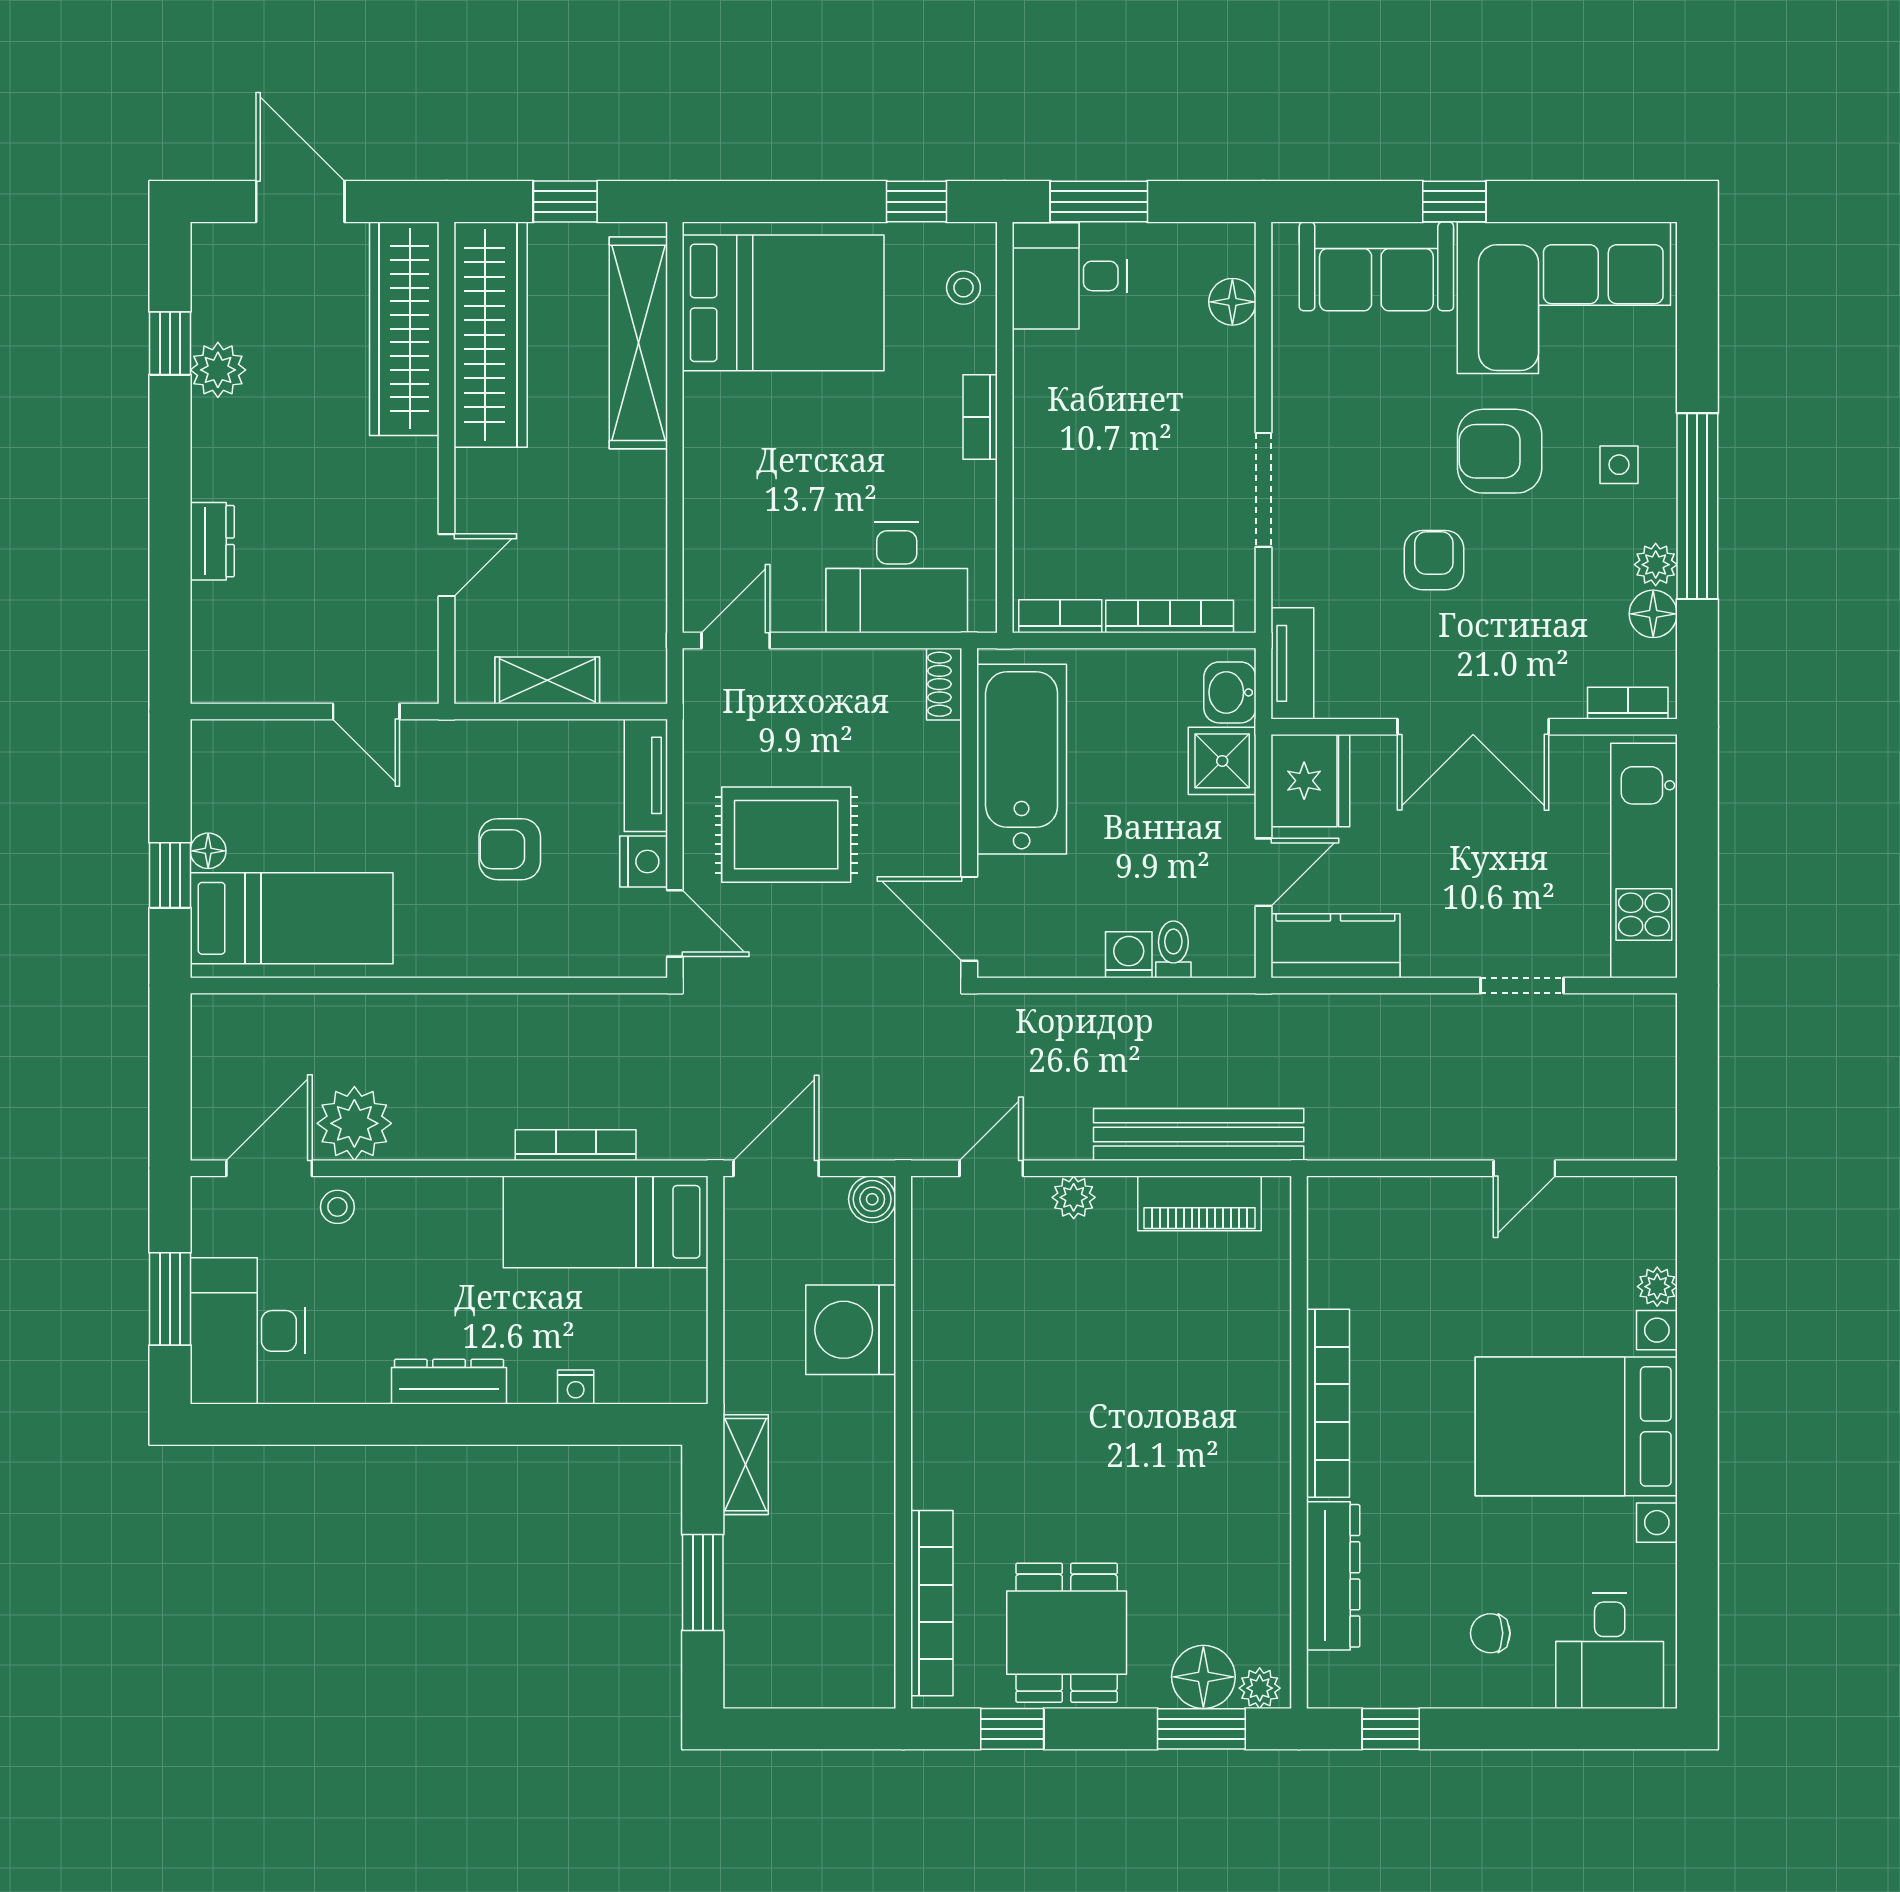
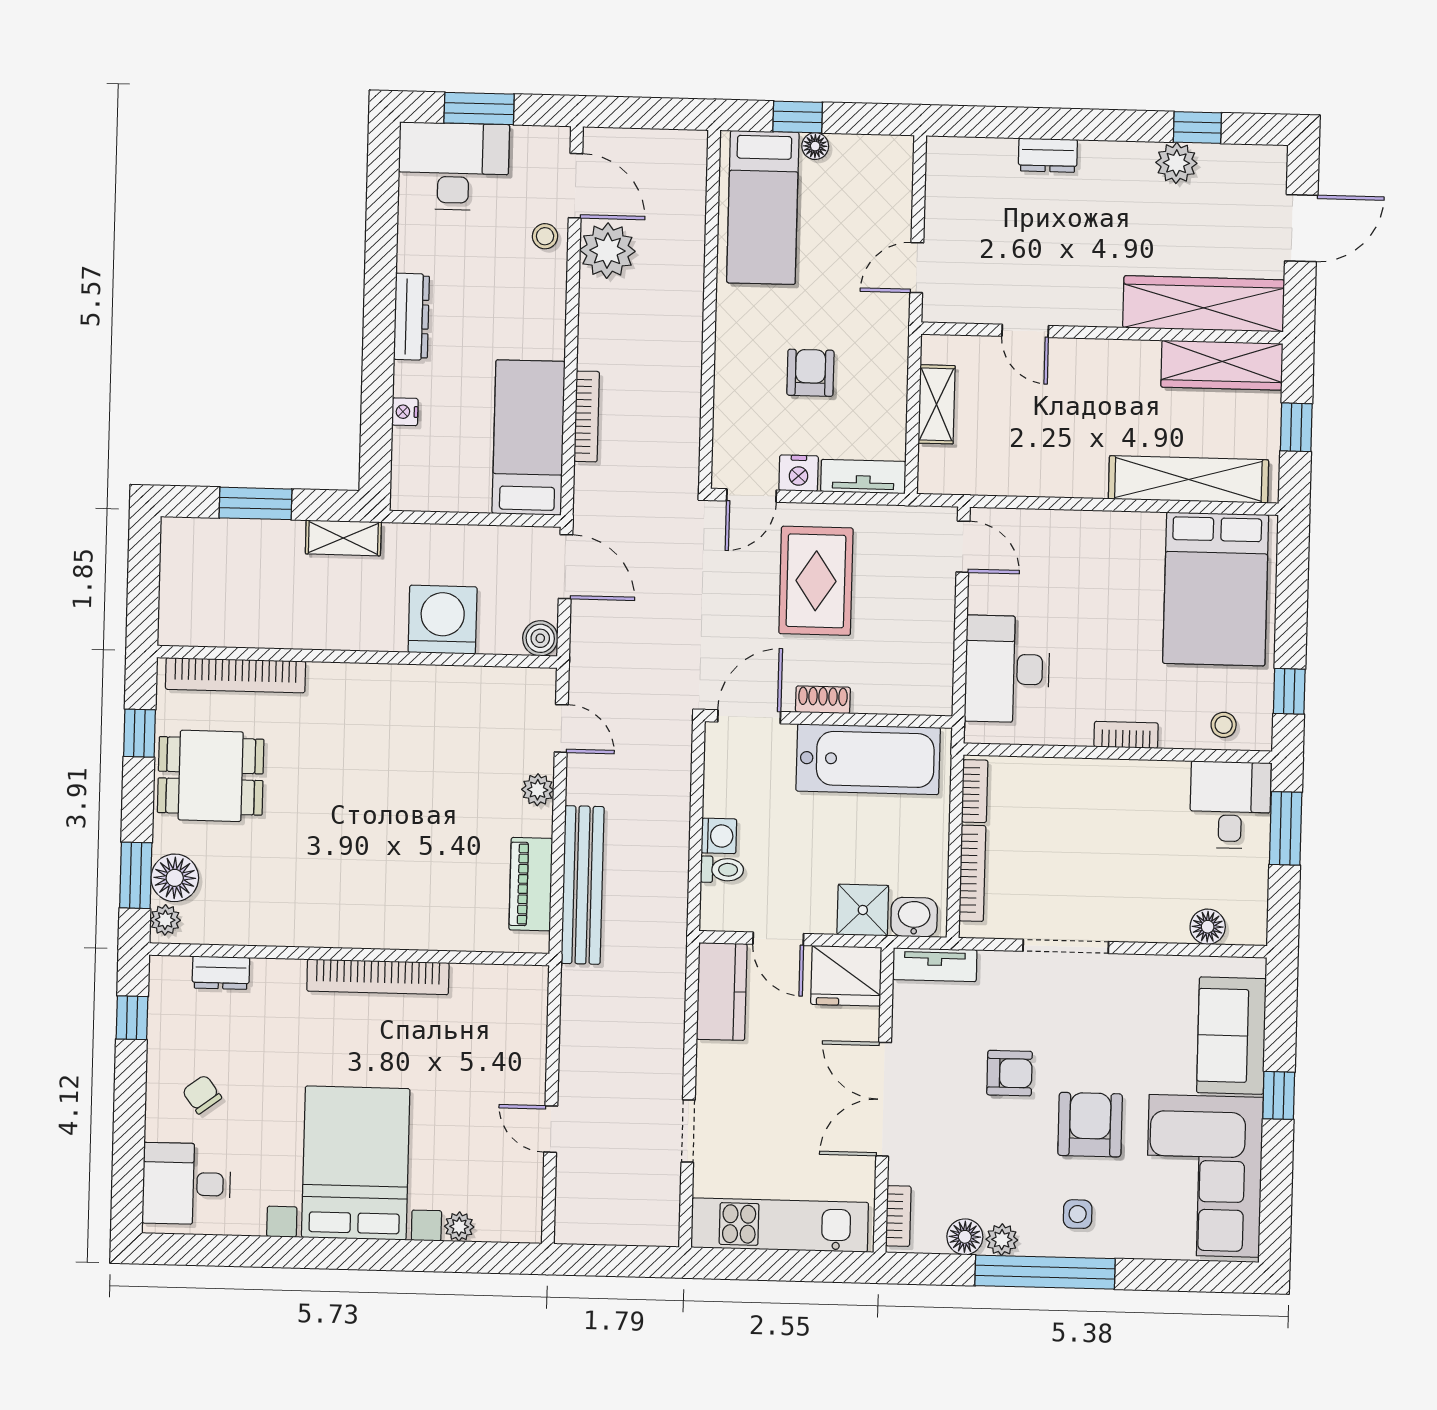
wardrobe: (491, 335) -> (1222, 365), width x0.71, depth x0.85
shoe rack: (944, 684) -> (823, 700), moved
dresser: (1333, 1576) -> (221, 973), width x0.51, depth x0.80
chair: (1490, 1633) -> (202, 1094), turned -37

